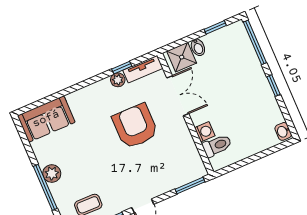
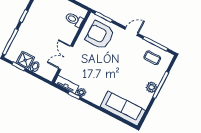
shower: (182, 57) -> (25, 60), moved
sofa: (46, 119) -> (123, 109), width x1.36
armchair: (135, 126) -> (100, 35), moved, turned 90
washing machine: (205, 132) -> (72, 31), removed

